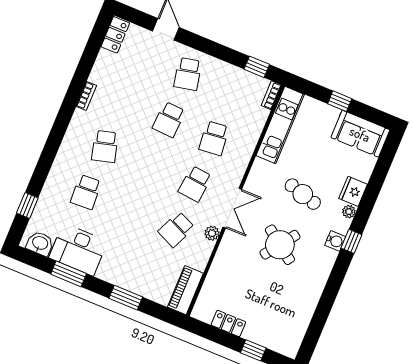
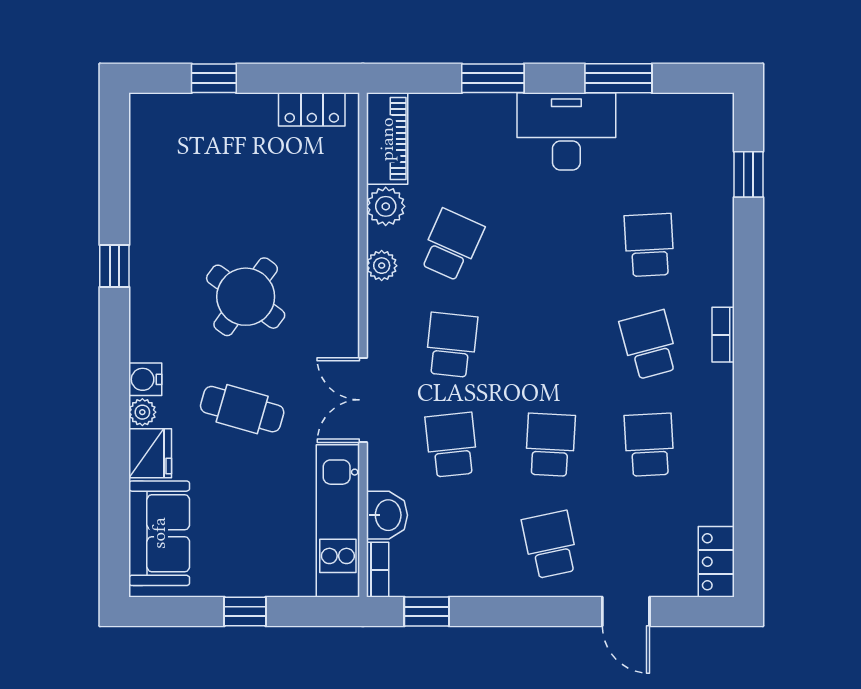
bookcase: (86, 96) -> (723, 335), moved
school desk: (124, 101) -> (649, 445), added
sofa: (360, 134) -> (159, 533), moved, turned 90
double door: (232, 208) -> (363, 400), moved
water cooler: (335, 241) -> (145, 379), moved
window: (351, 241) -> (114, 266), moved
washbasin: (40, 243) -> (387, 515), moved, turned -90
desk: (78, 249) -> (566, 131), moved
plant: (199, 259) -> (386, 206), added
locker: (228, 323) -> (312, 109), moved

